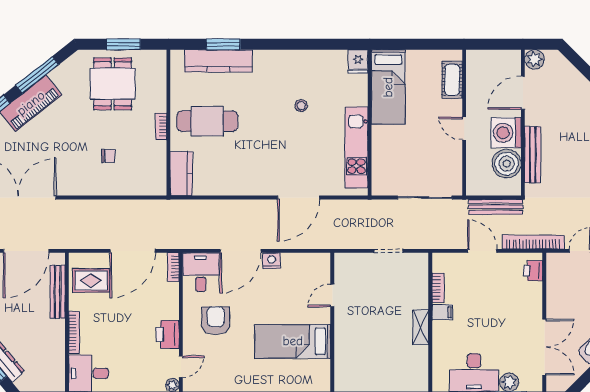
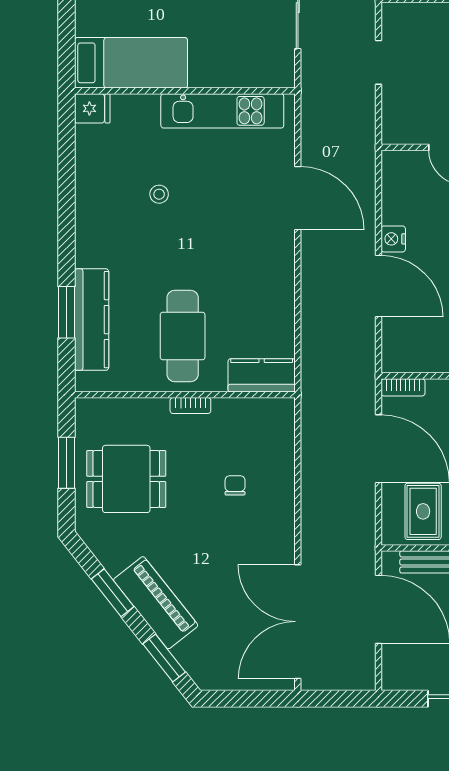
window: (37, 75) -> (113, 593), width x0.69
desk: (201, 272) -> (411, 346), removed

